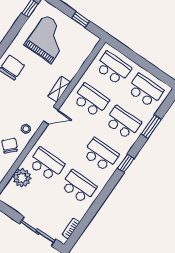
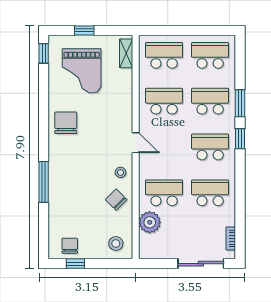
window: (81, 20) -> (84, 30), moved
grand piano: (48, 39) -> (82, 71), turned 180
shelving: (59, 89) -> (126, 53), moved
door: (51, 115) -> (136, 143), hinge flipped
window: (151, 127) -> (240, 103), moved

